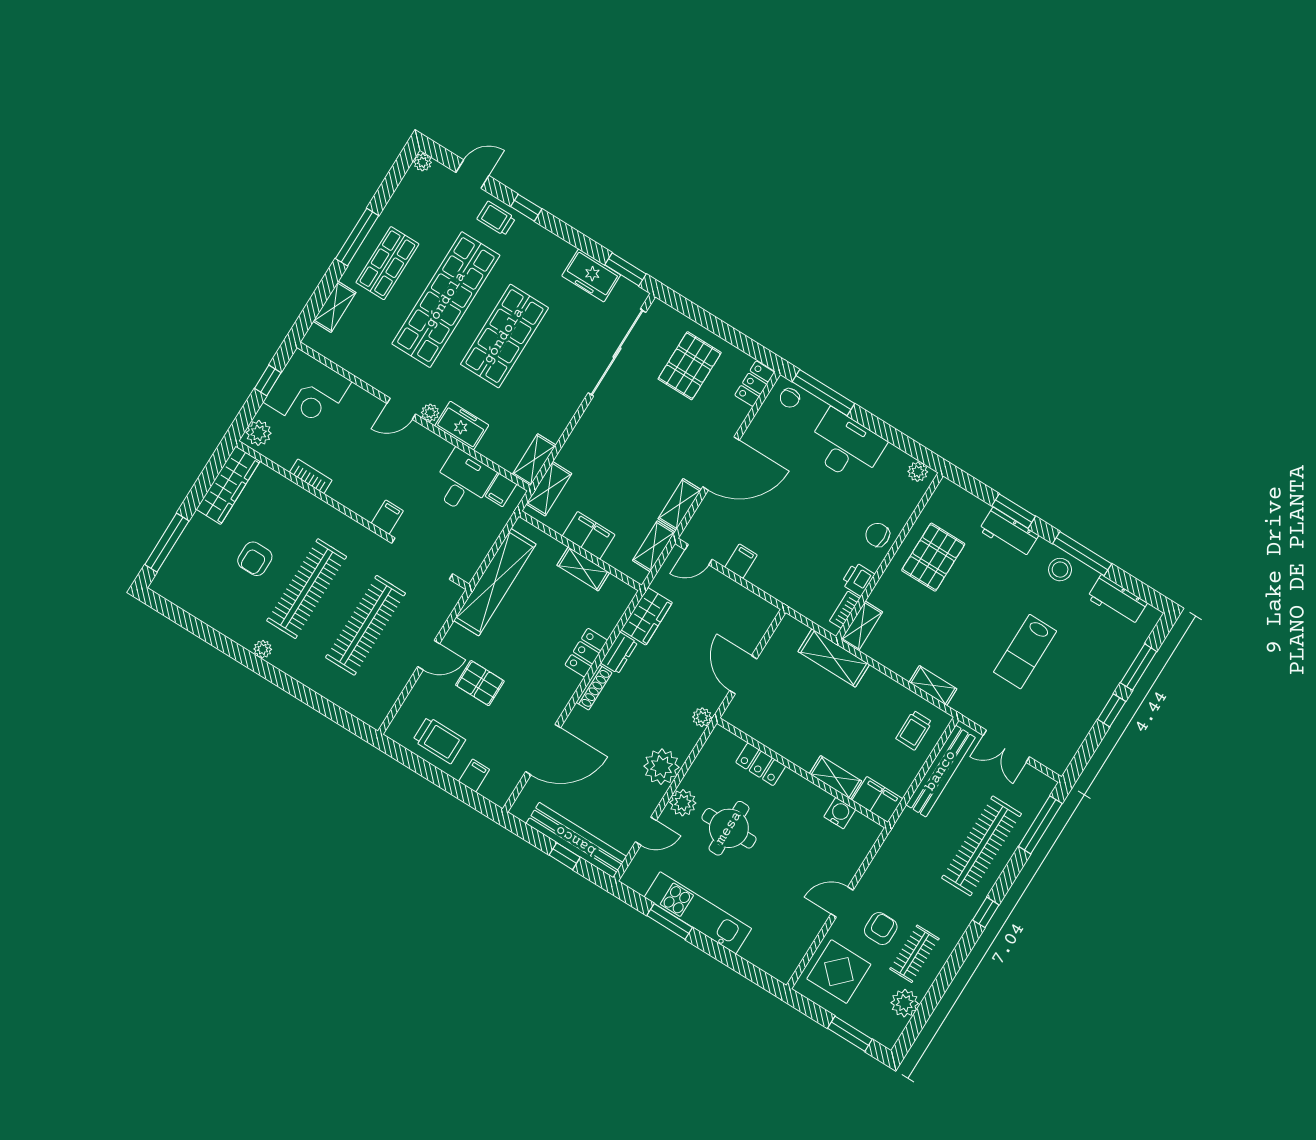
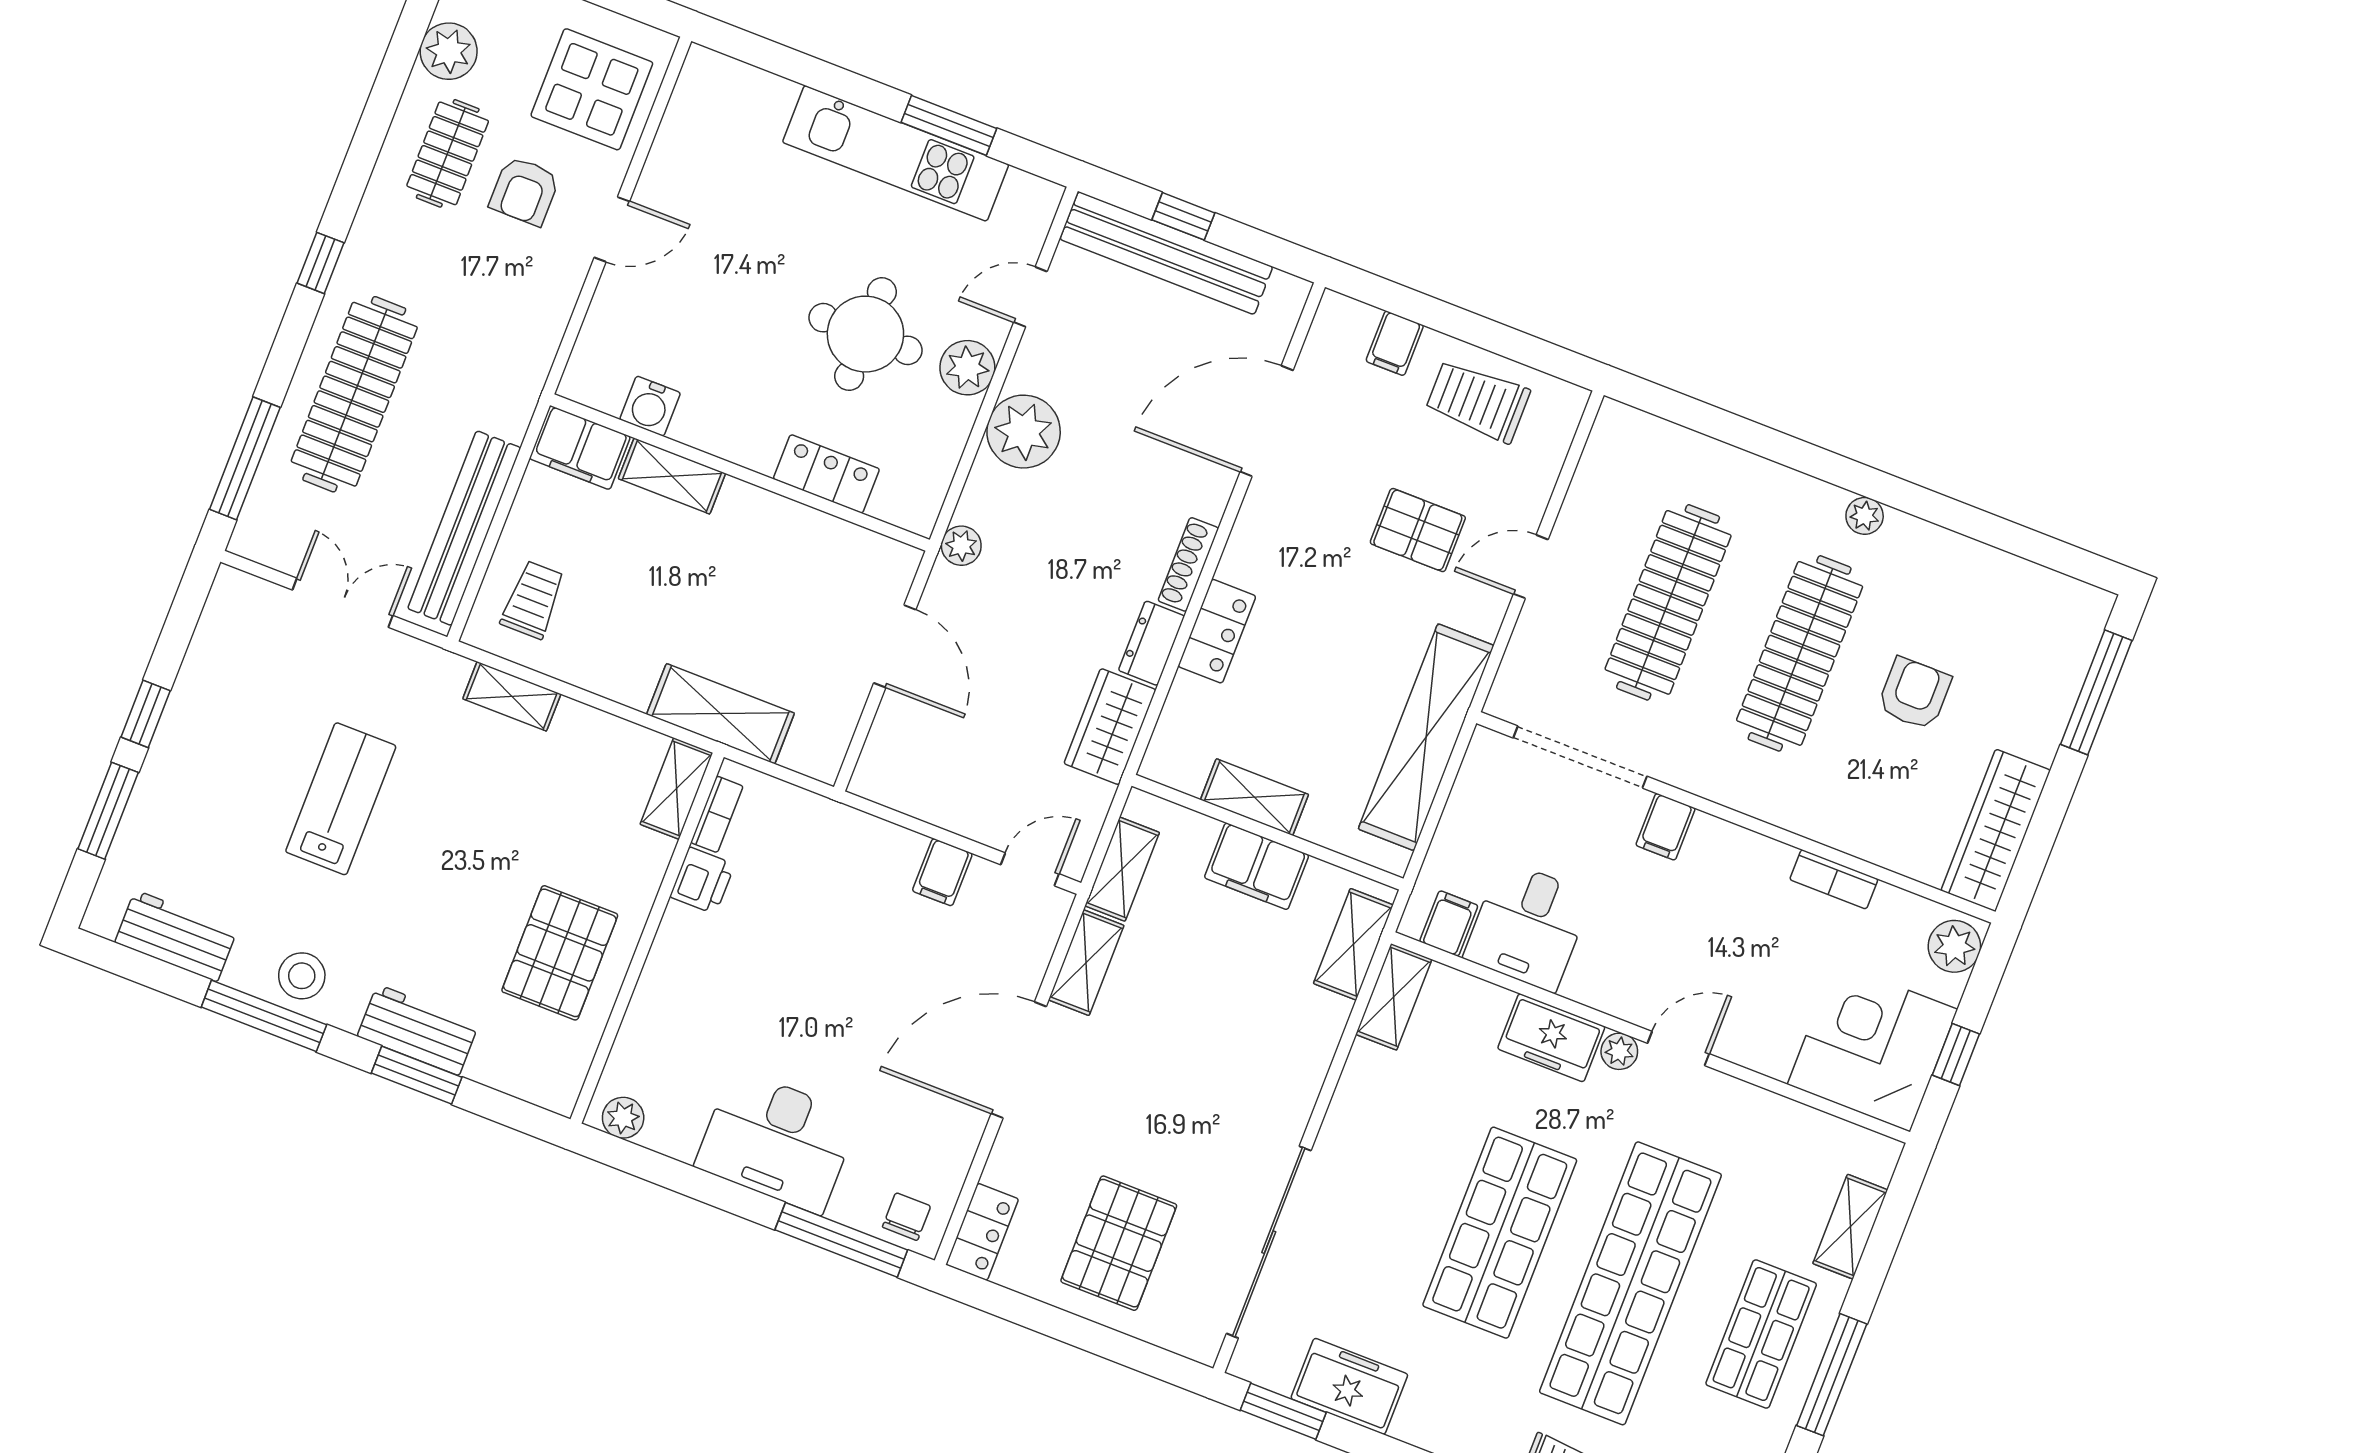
chair: (878, 535) -> (679, 976), removed

